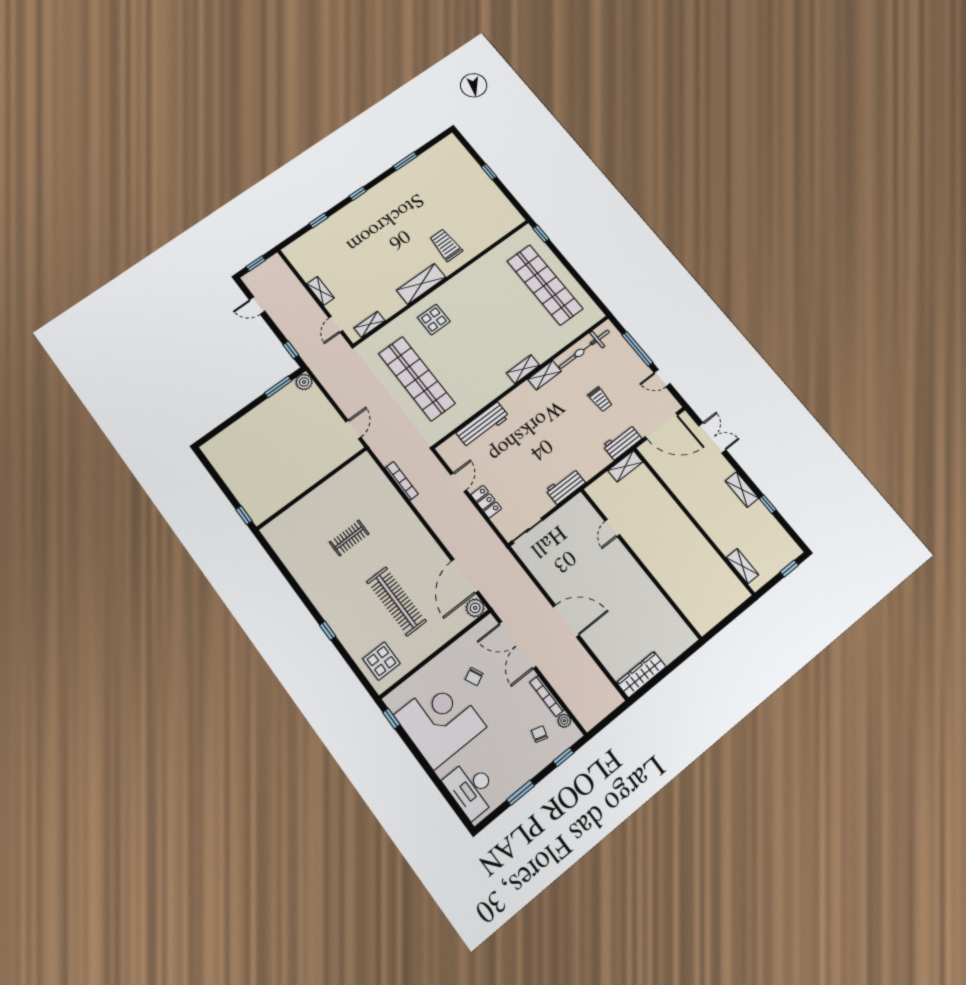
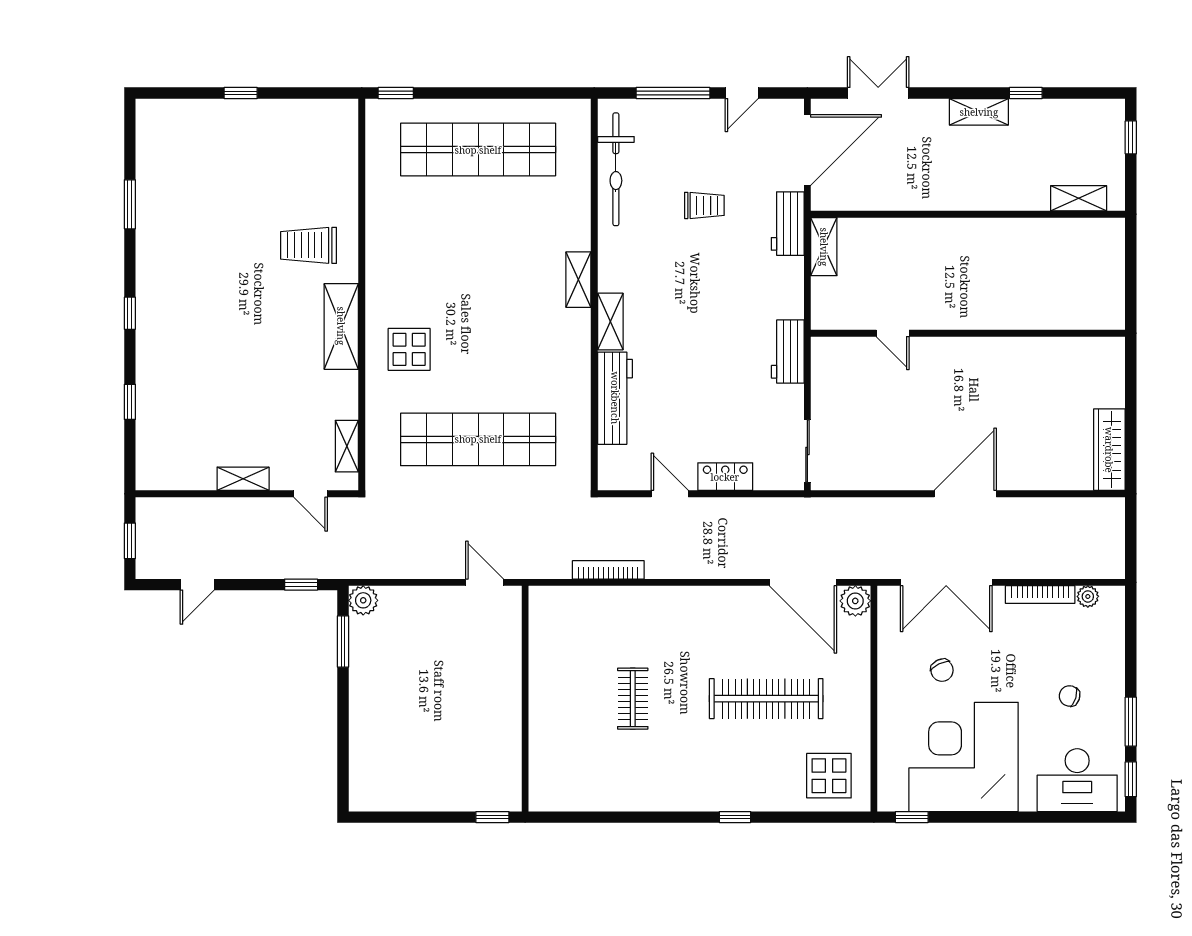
shelving: (545, 375) -> (610, 322), moved
chair: (539, 734) -> (1070, 696), moved
window: (563, 757) -> (1131, 779), moved

